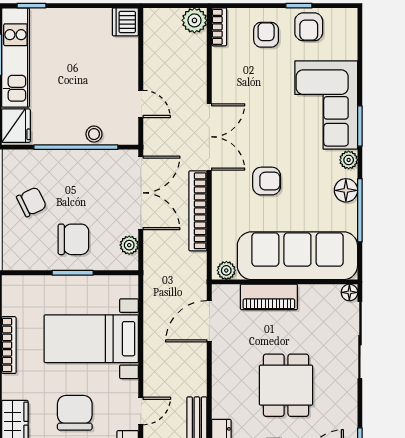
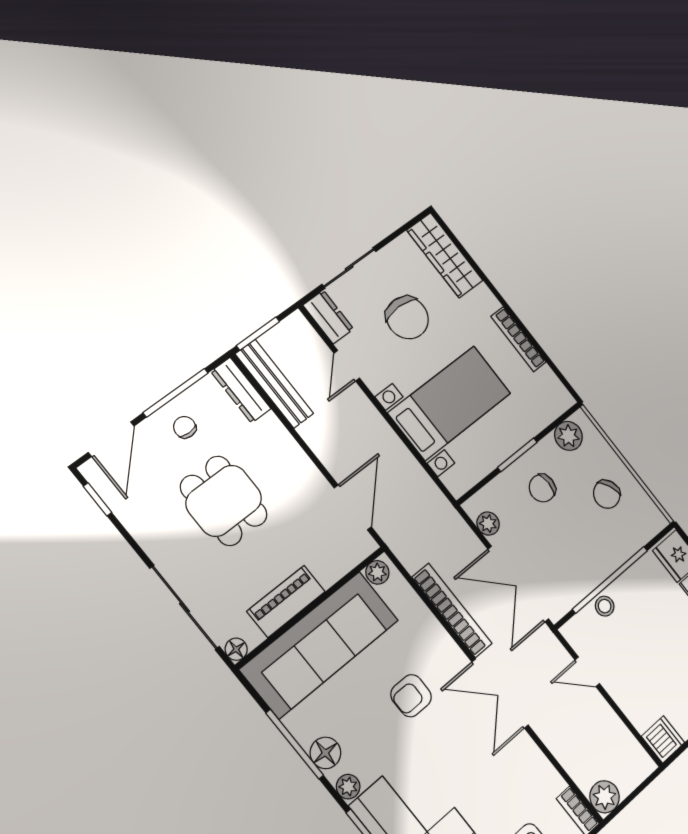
chair: (73, 239) -> (542, 488), width x0.73, depth x0.73
plant: (27, 258) -> (568, 436), added
piano: (269, 297) -> (286, 601), moved

